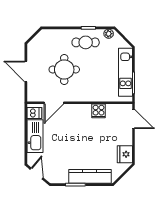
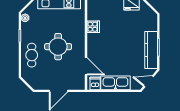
cafe table: (86, 42) -> (32, 55), moved
round table: (64, 70) -> (58, 47), moved
kitchen counter: (90, 176) -> (151, 50), moved

